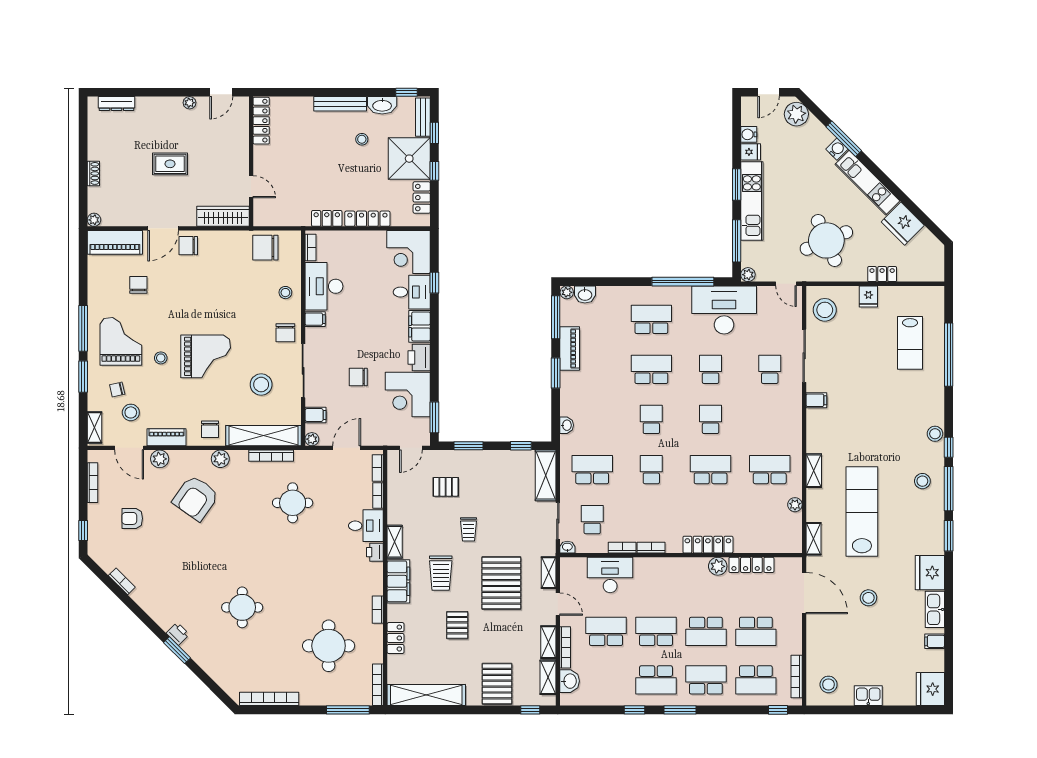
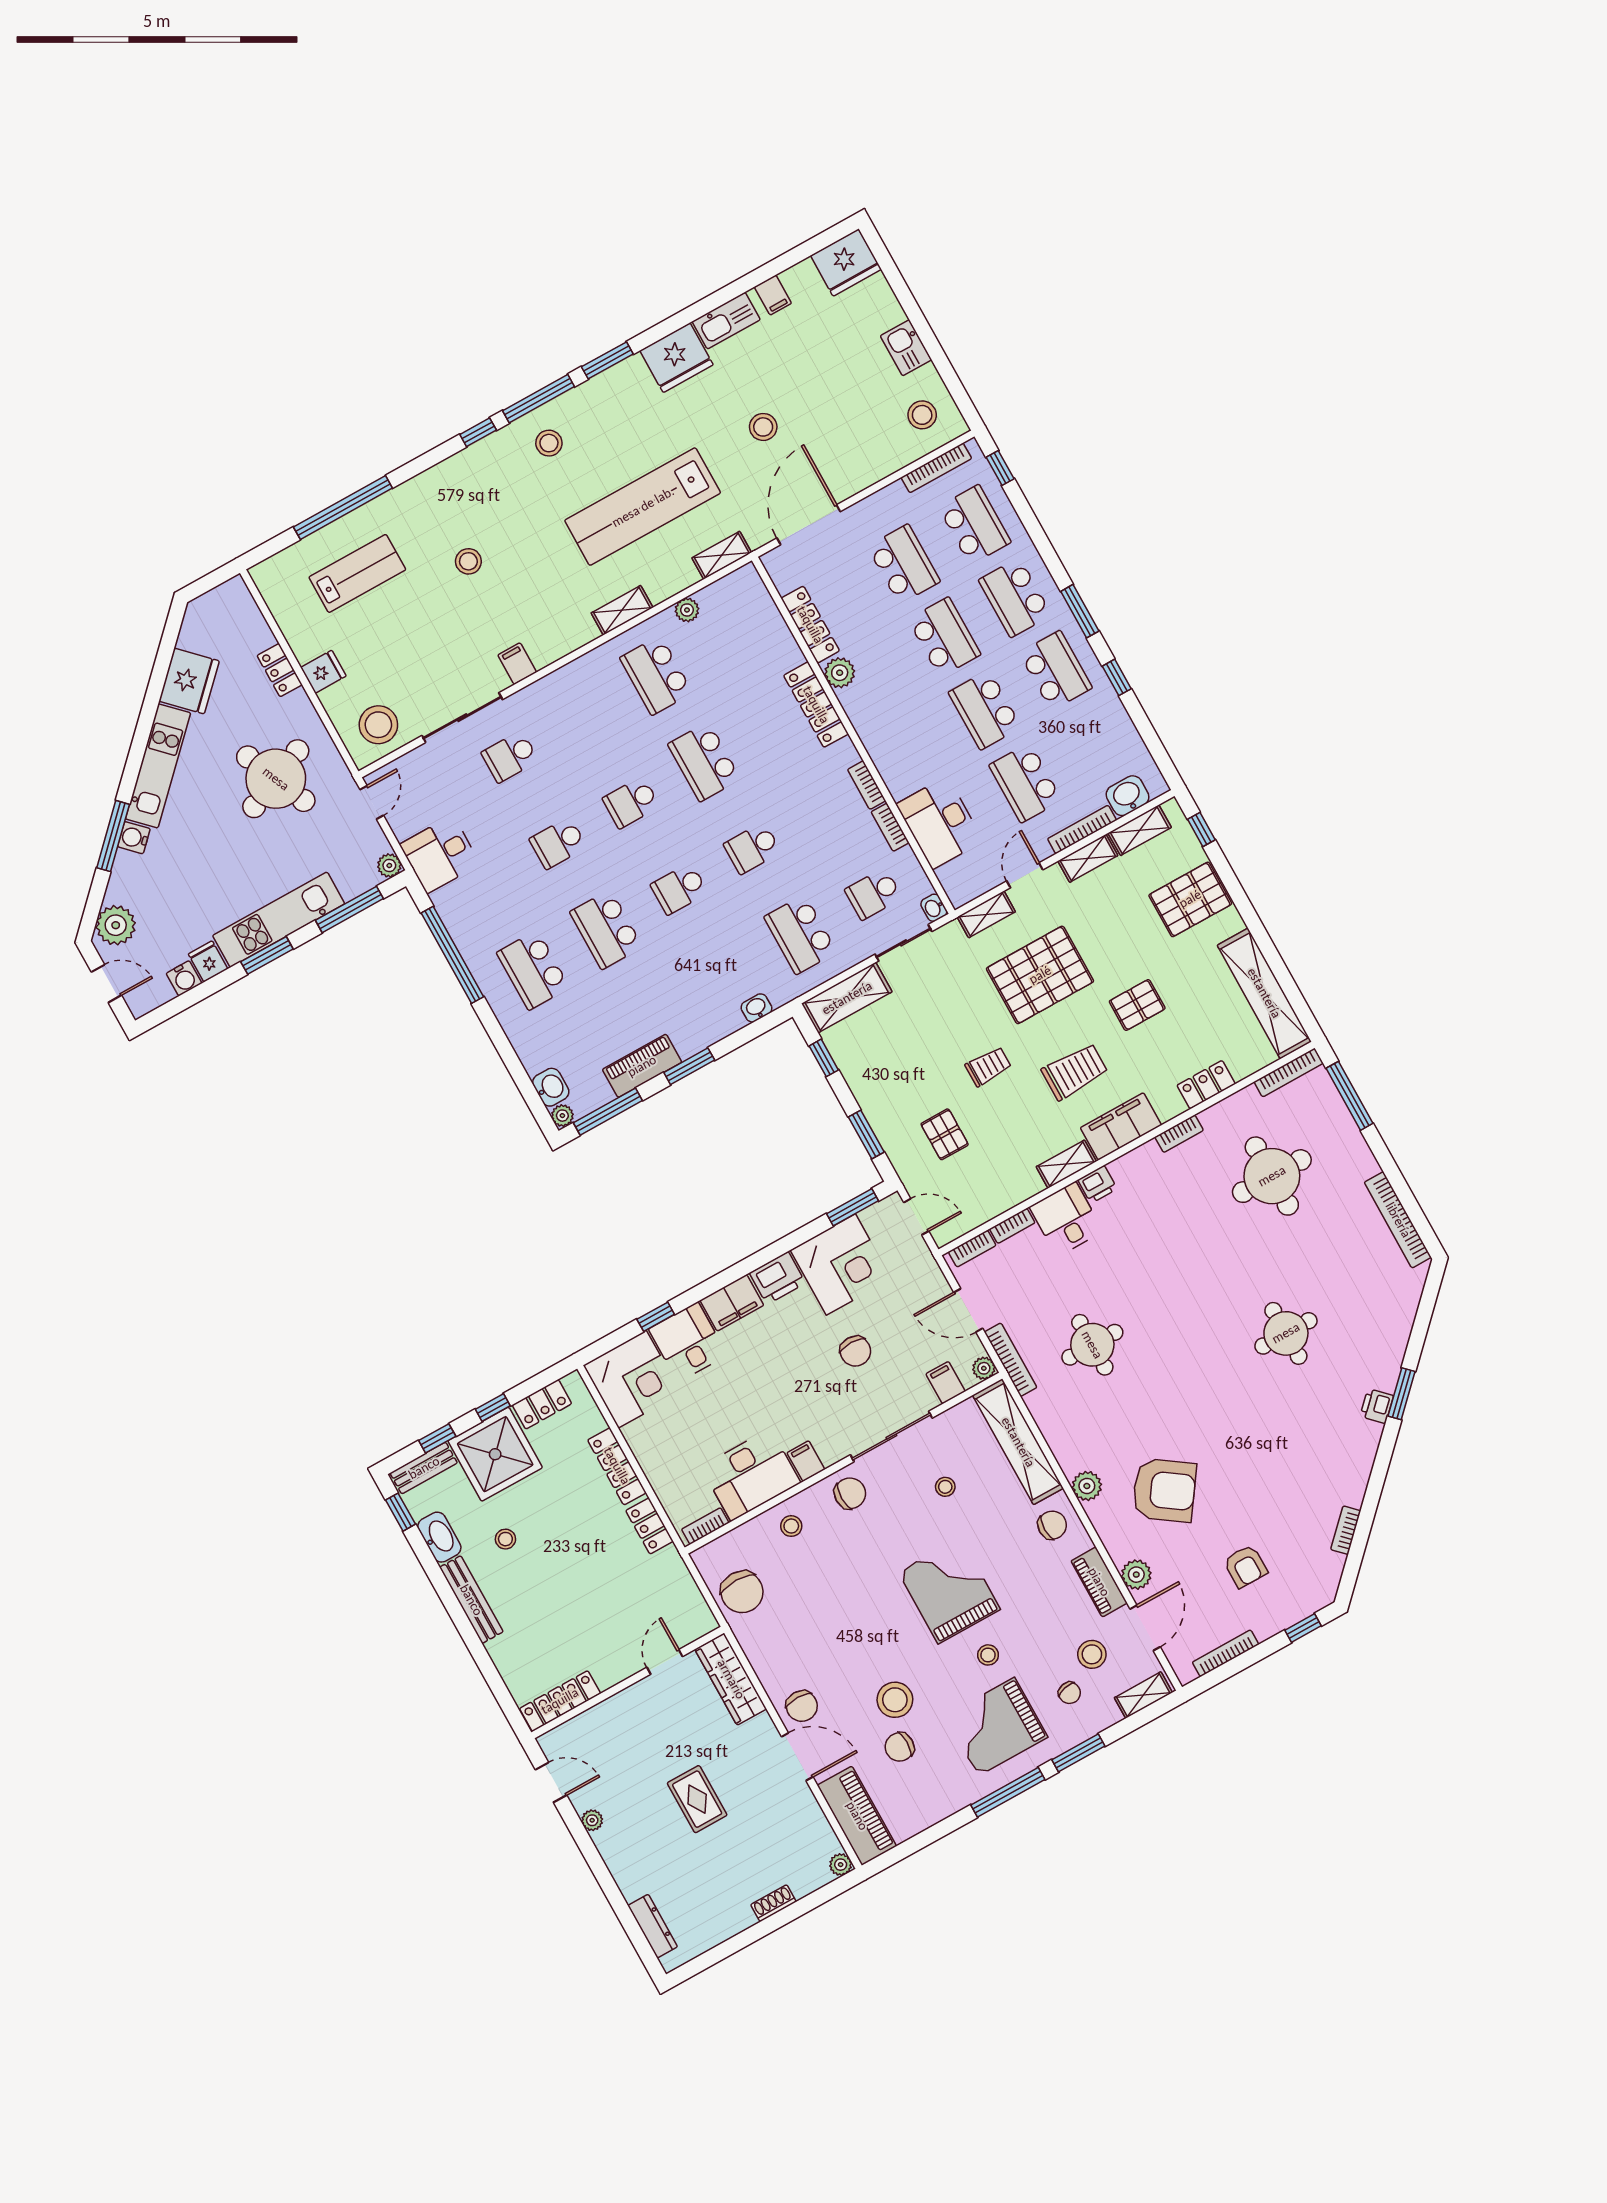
stool: (164, 296) -> (895, 1700), added
desk: (724, 310) -> (440, 854), width x0.53, depth x0.77
stool: (261, 385) -> (945, 1487), width x0.53, depth x0.53
stool: (935, 434) -> (468, 561), moved
bookcase: (271, 456) -> (1011, 1360), moved

